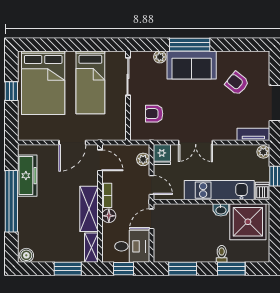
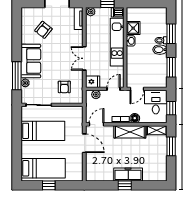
window: (190, 45) -> (17, 76), moved
bed: (43, 83) -> (43, 168), width x0.67
double door: (196, 143) -> (84, 58), swing flipped
freezer: (27, 176) -> (128, 174), moved
window: (11, 201) -> (125, 185), width x0.32
door: (151, 219) -> (137, 89), hinge flipped
shower: (248, 222) -> (133, 28), width x0.54, depth x0.54
bidet: (208, 252) -> (160, 50), added
boiler: (26, 255) -> (162, 175), removed

